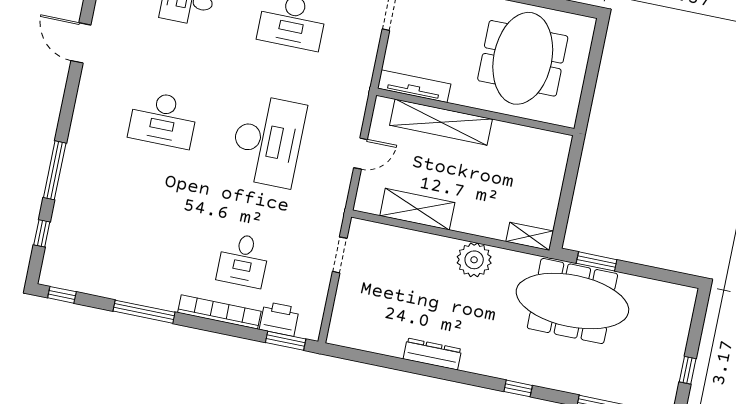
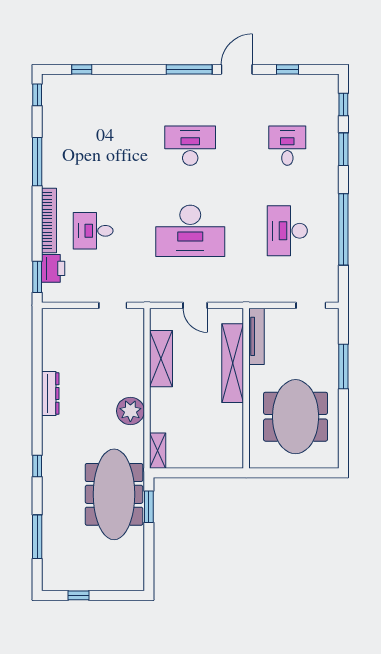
meeting table: (523, 58) -> (296, 417), turned 90
desk: (163, 119) -> (190, 146), turned 90
window: (55, 170) -> (189, 69), moved

